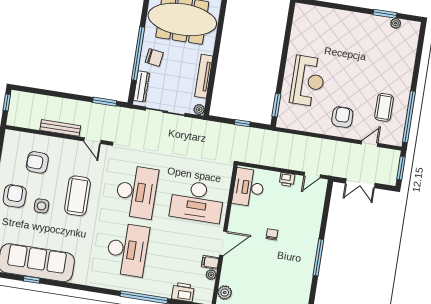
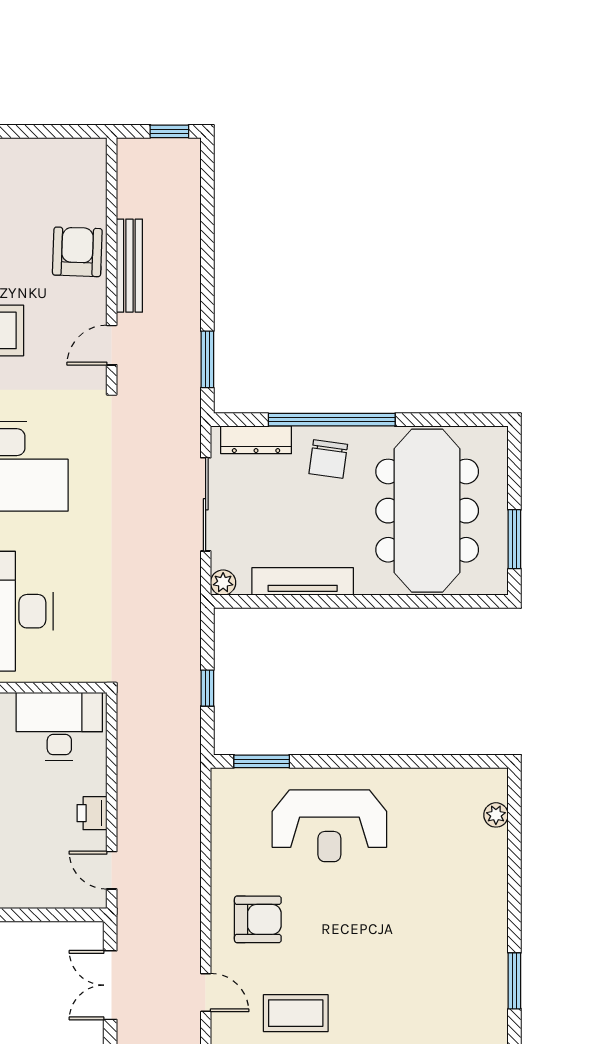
plant: (396, 23) -> (496, 815), moved
armchair: (37, 162) -> (77, 252), moved

